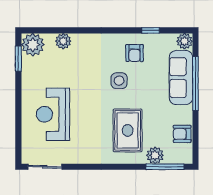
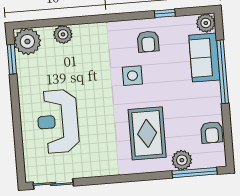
sofa: (181, 78) -> (204, 58), width x0.73
armchair: (182, 134) -> (212, 132), turned -90

